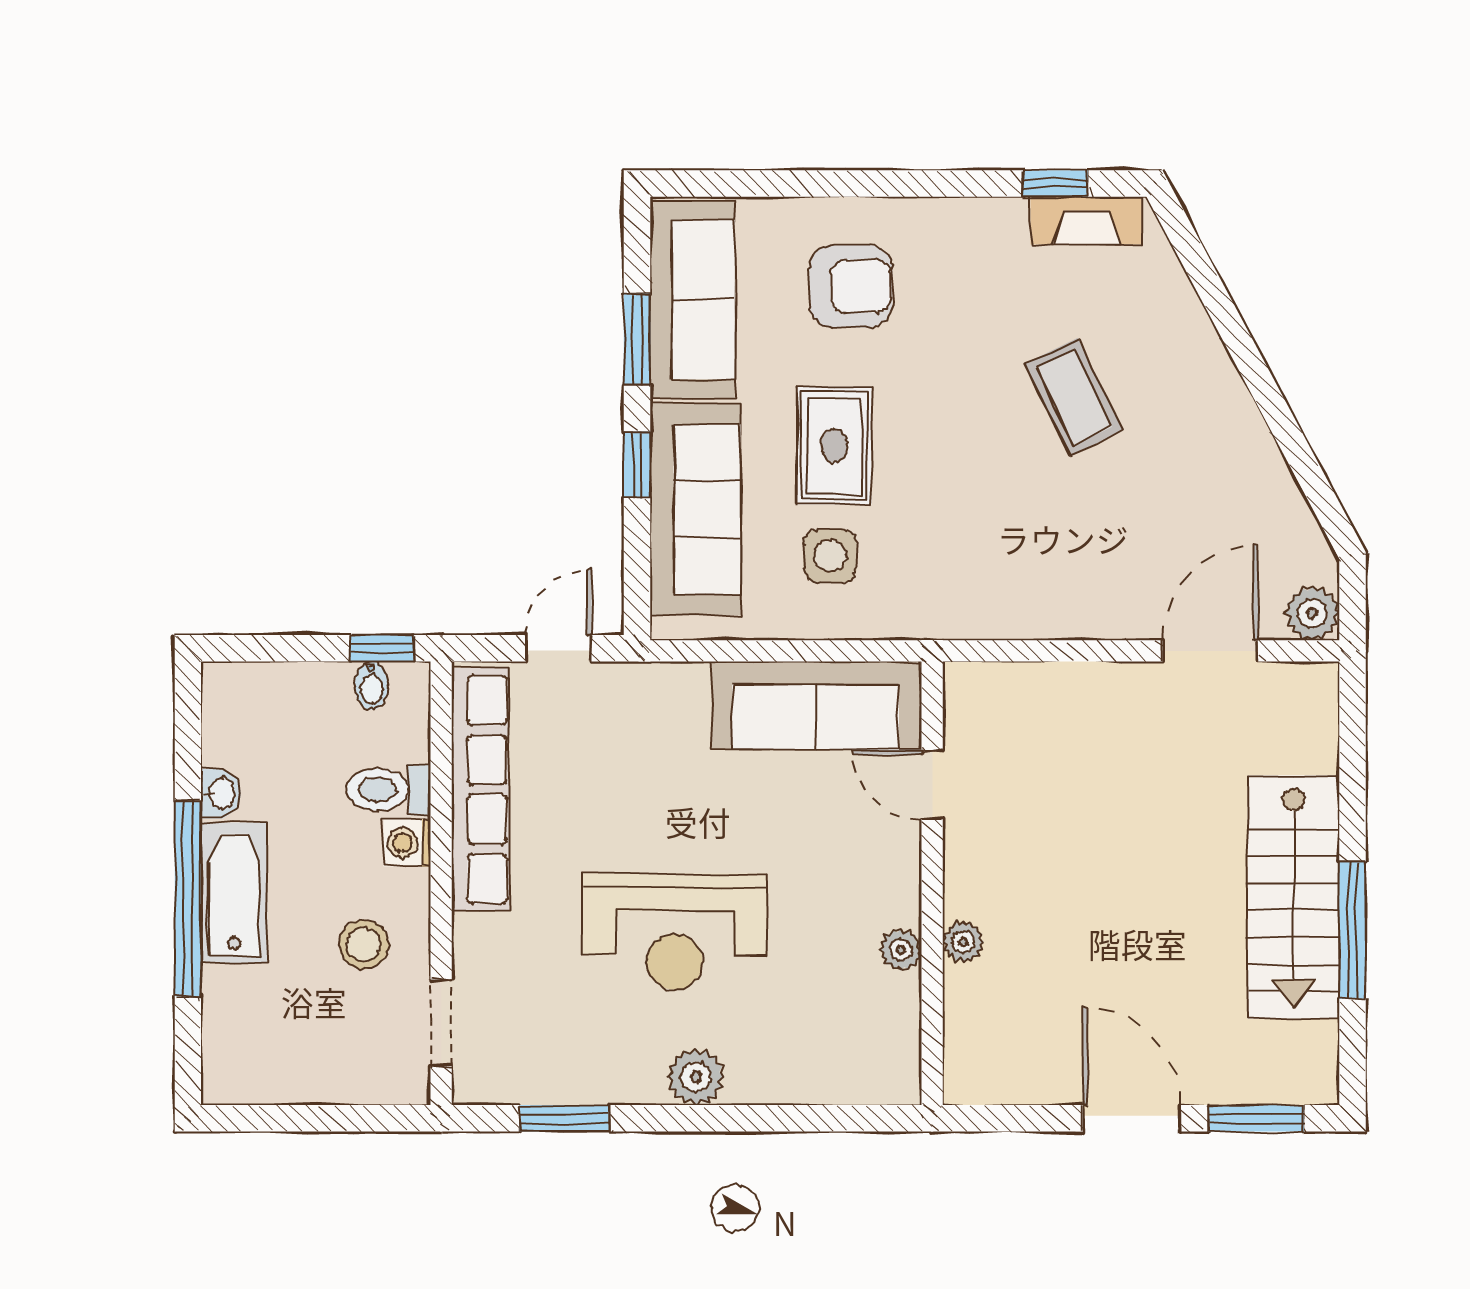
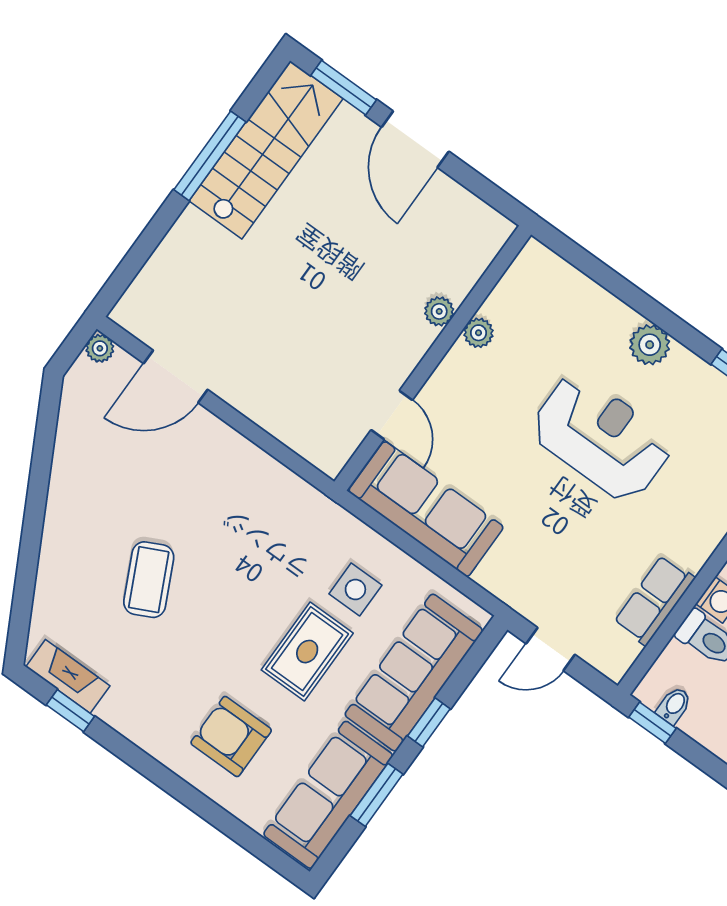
plant: (1312, 613) -> (100, 348), width x0.73, depth x0.73
row of seats: (480, 789) -> (654, 600), width x0.50
stairs: (1294, 897) -> (266, 150), moved

